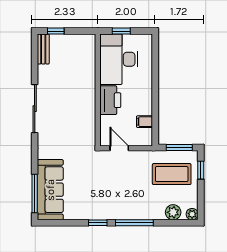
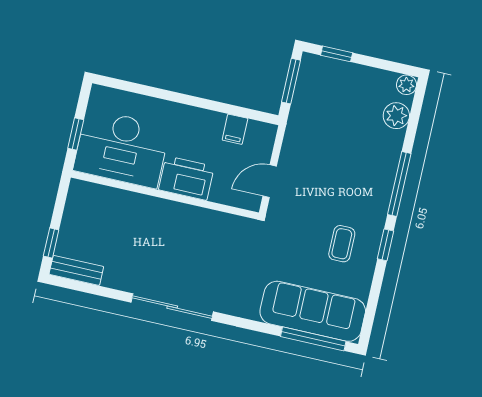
coffee table: (172, 174) -> (342, 244), moved, width x0.54, depth x0.58

